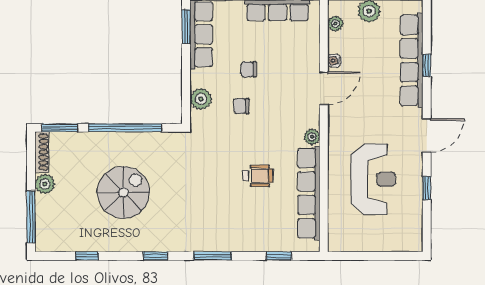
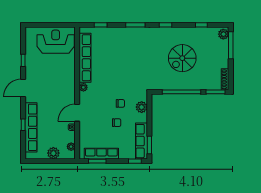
wheelchair: (257, 176) -> (112, 67), removed
reception desk: (373, 179) -> (56, 42), moved, turned 90
plant: (45, 184) -> (223, 34), moved

